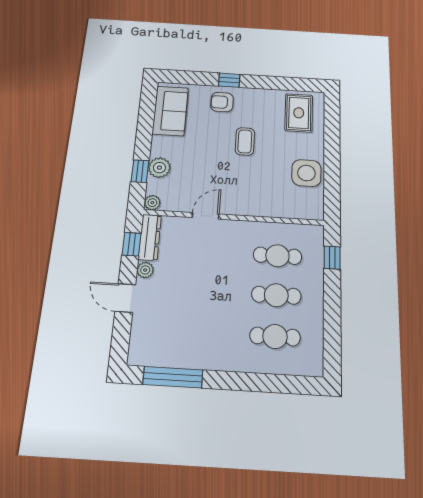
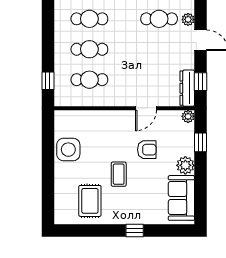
armchair: (222, 102) -> (147, 150), moved
rug: (299, 113) -> (90, 201), moved
plant: (159, 168) -> (185, 165), moved
plant: (145, 270) -> (188, 19), moved
cafe table: (179, 331) -> (159, 19), added

